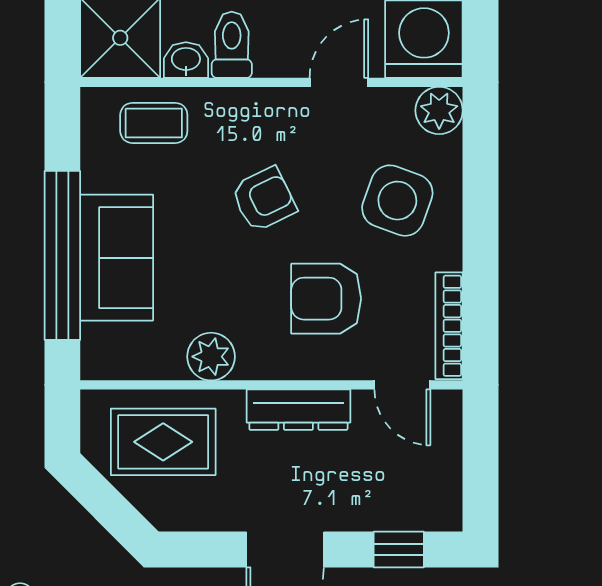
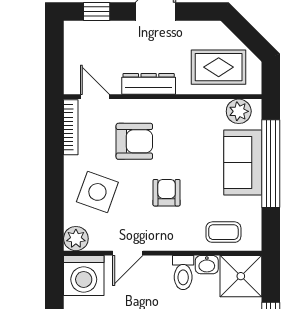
armchair: (264, 199) -> (167, 193), turned 116
plant: (211, 357) -> (239, 111), moved

